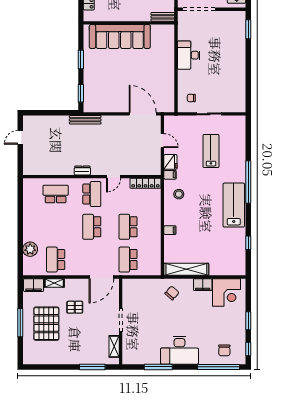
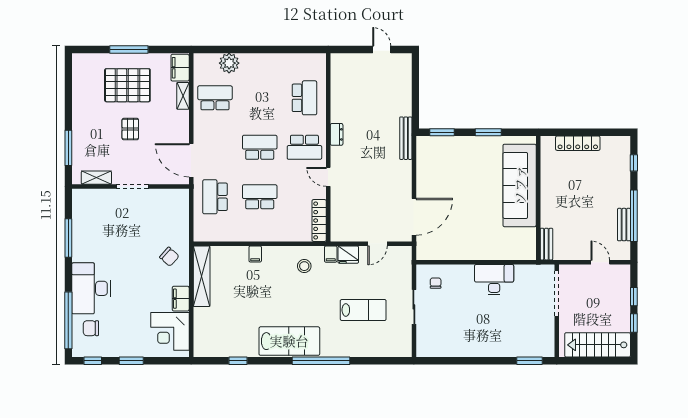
school desk: (128, 260) -> (215, 197), turned -90
pallet: (75, 307) -> (130, 129), moved
desk: (179, 350) -> (91, 288), moved

